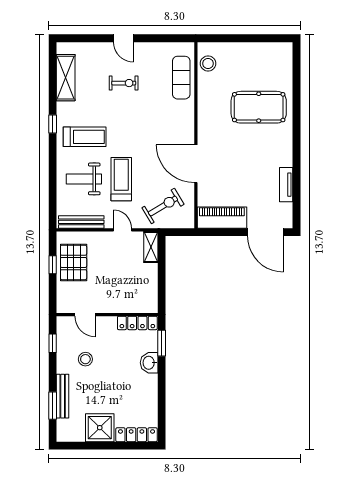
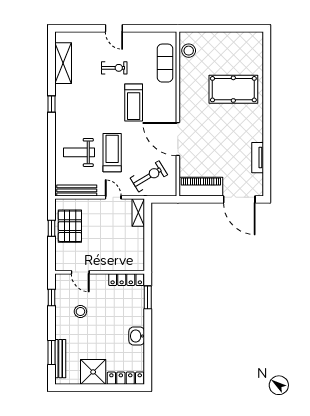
treadmill: (85, 137) -> (134, 102), moved, turned 90
washbasin: (149, 363) -> (137, 336), moved
bench: (63, 396) -> (60, 359), moved

